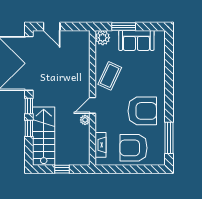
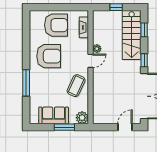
door: (52, 26) -> (125, 127), hinge flipped
armchair: (142, 111) -> (49, 56), turned 180
window: (29, 128) -> (144, 30), moved
window: (169, 138) -> (26, 83), moved

